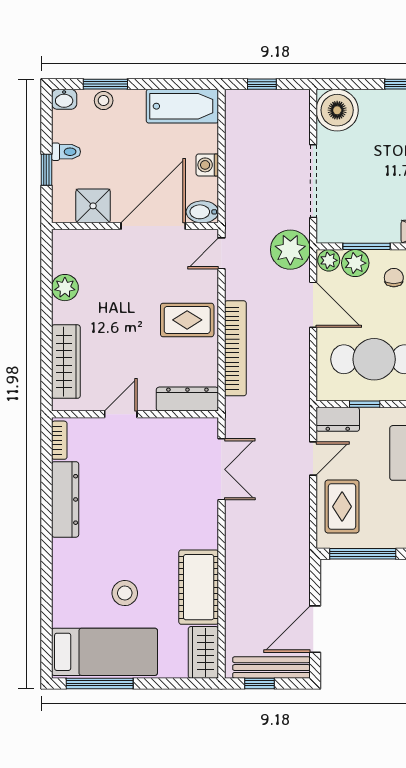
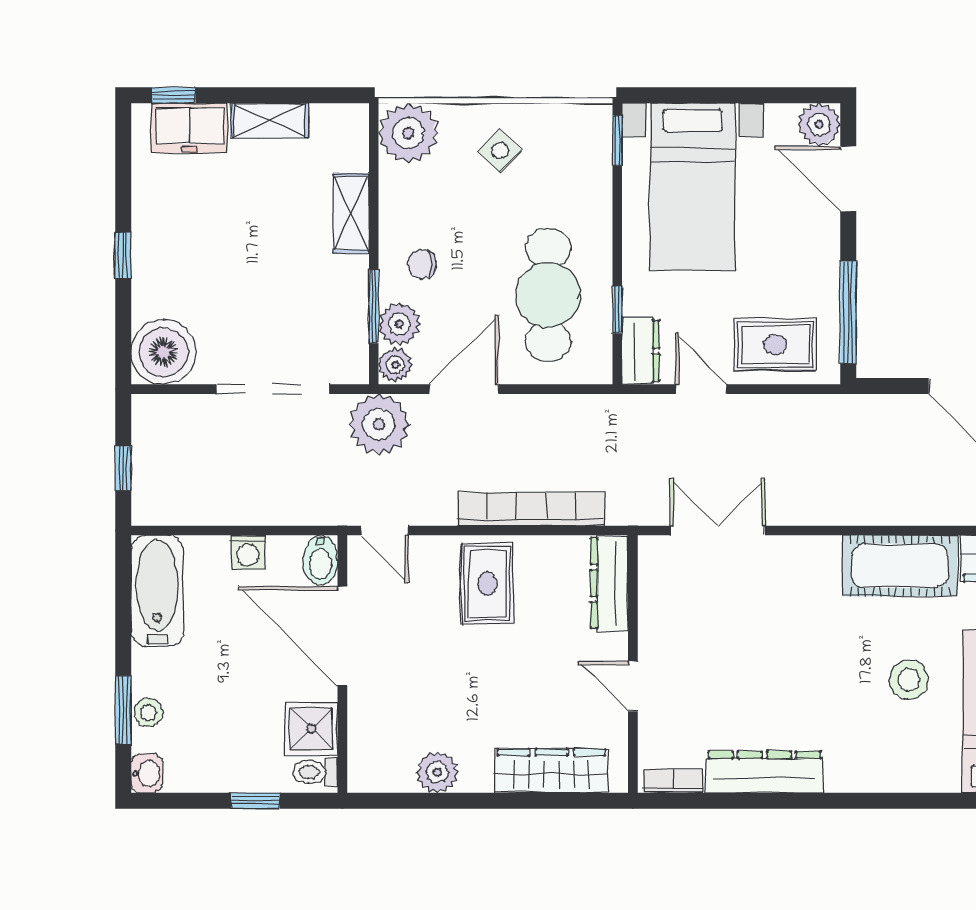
toilet: (66, 152) -> (315, 772), moved, turned -90

